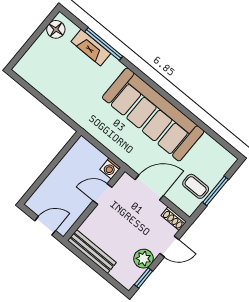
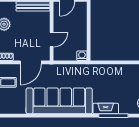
fireplace: (91, 48) -> (106, 109), moved
washing machine: (110, 169) -> (82, 56), moved

